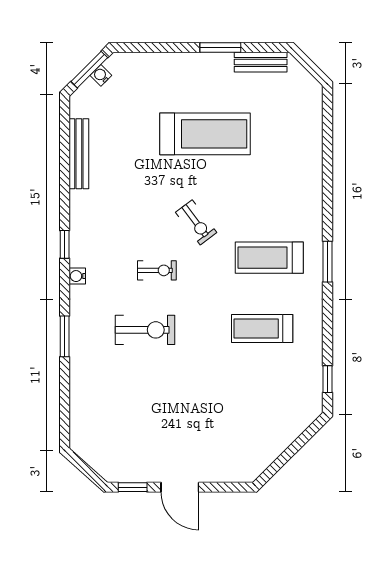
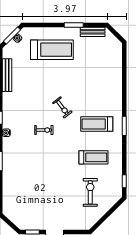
treadmill: (205, 134) -> (52, 50), moved
treadmill: (262, 328) -> (93, 157), turned 180
exercise bike: (145, 330) -> (90, 192), moved, turned -90

